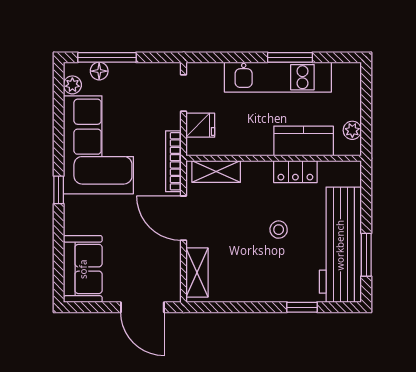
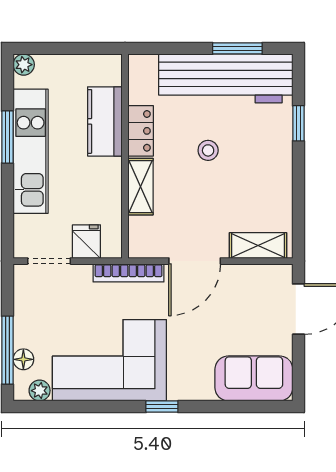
plant: (352, 130) -> (24, 65), moved
shelving: (216, 172) -> (140, 187), moved

